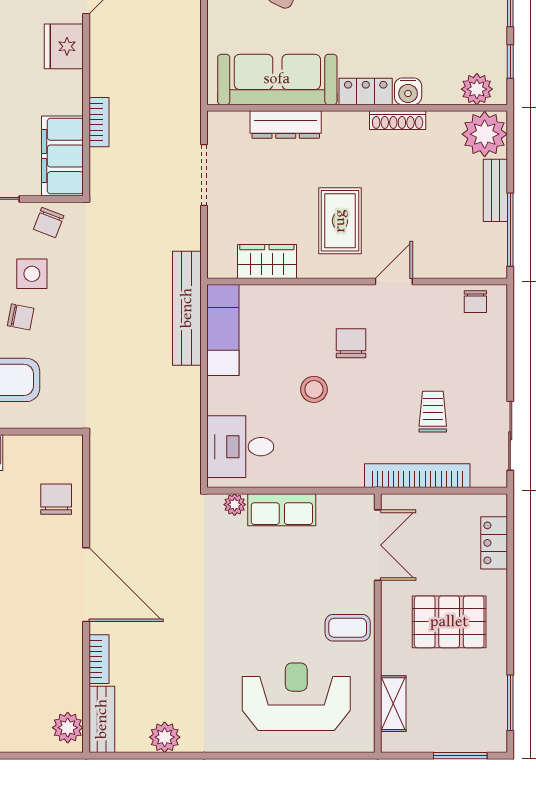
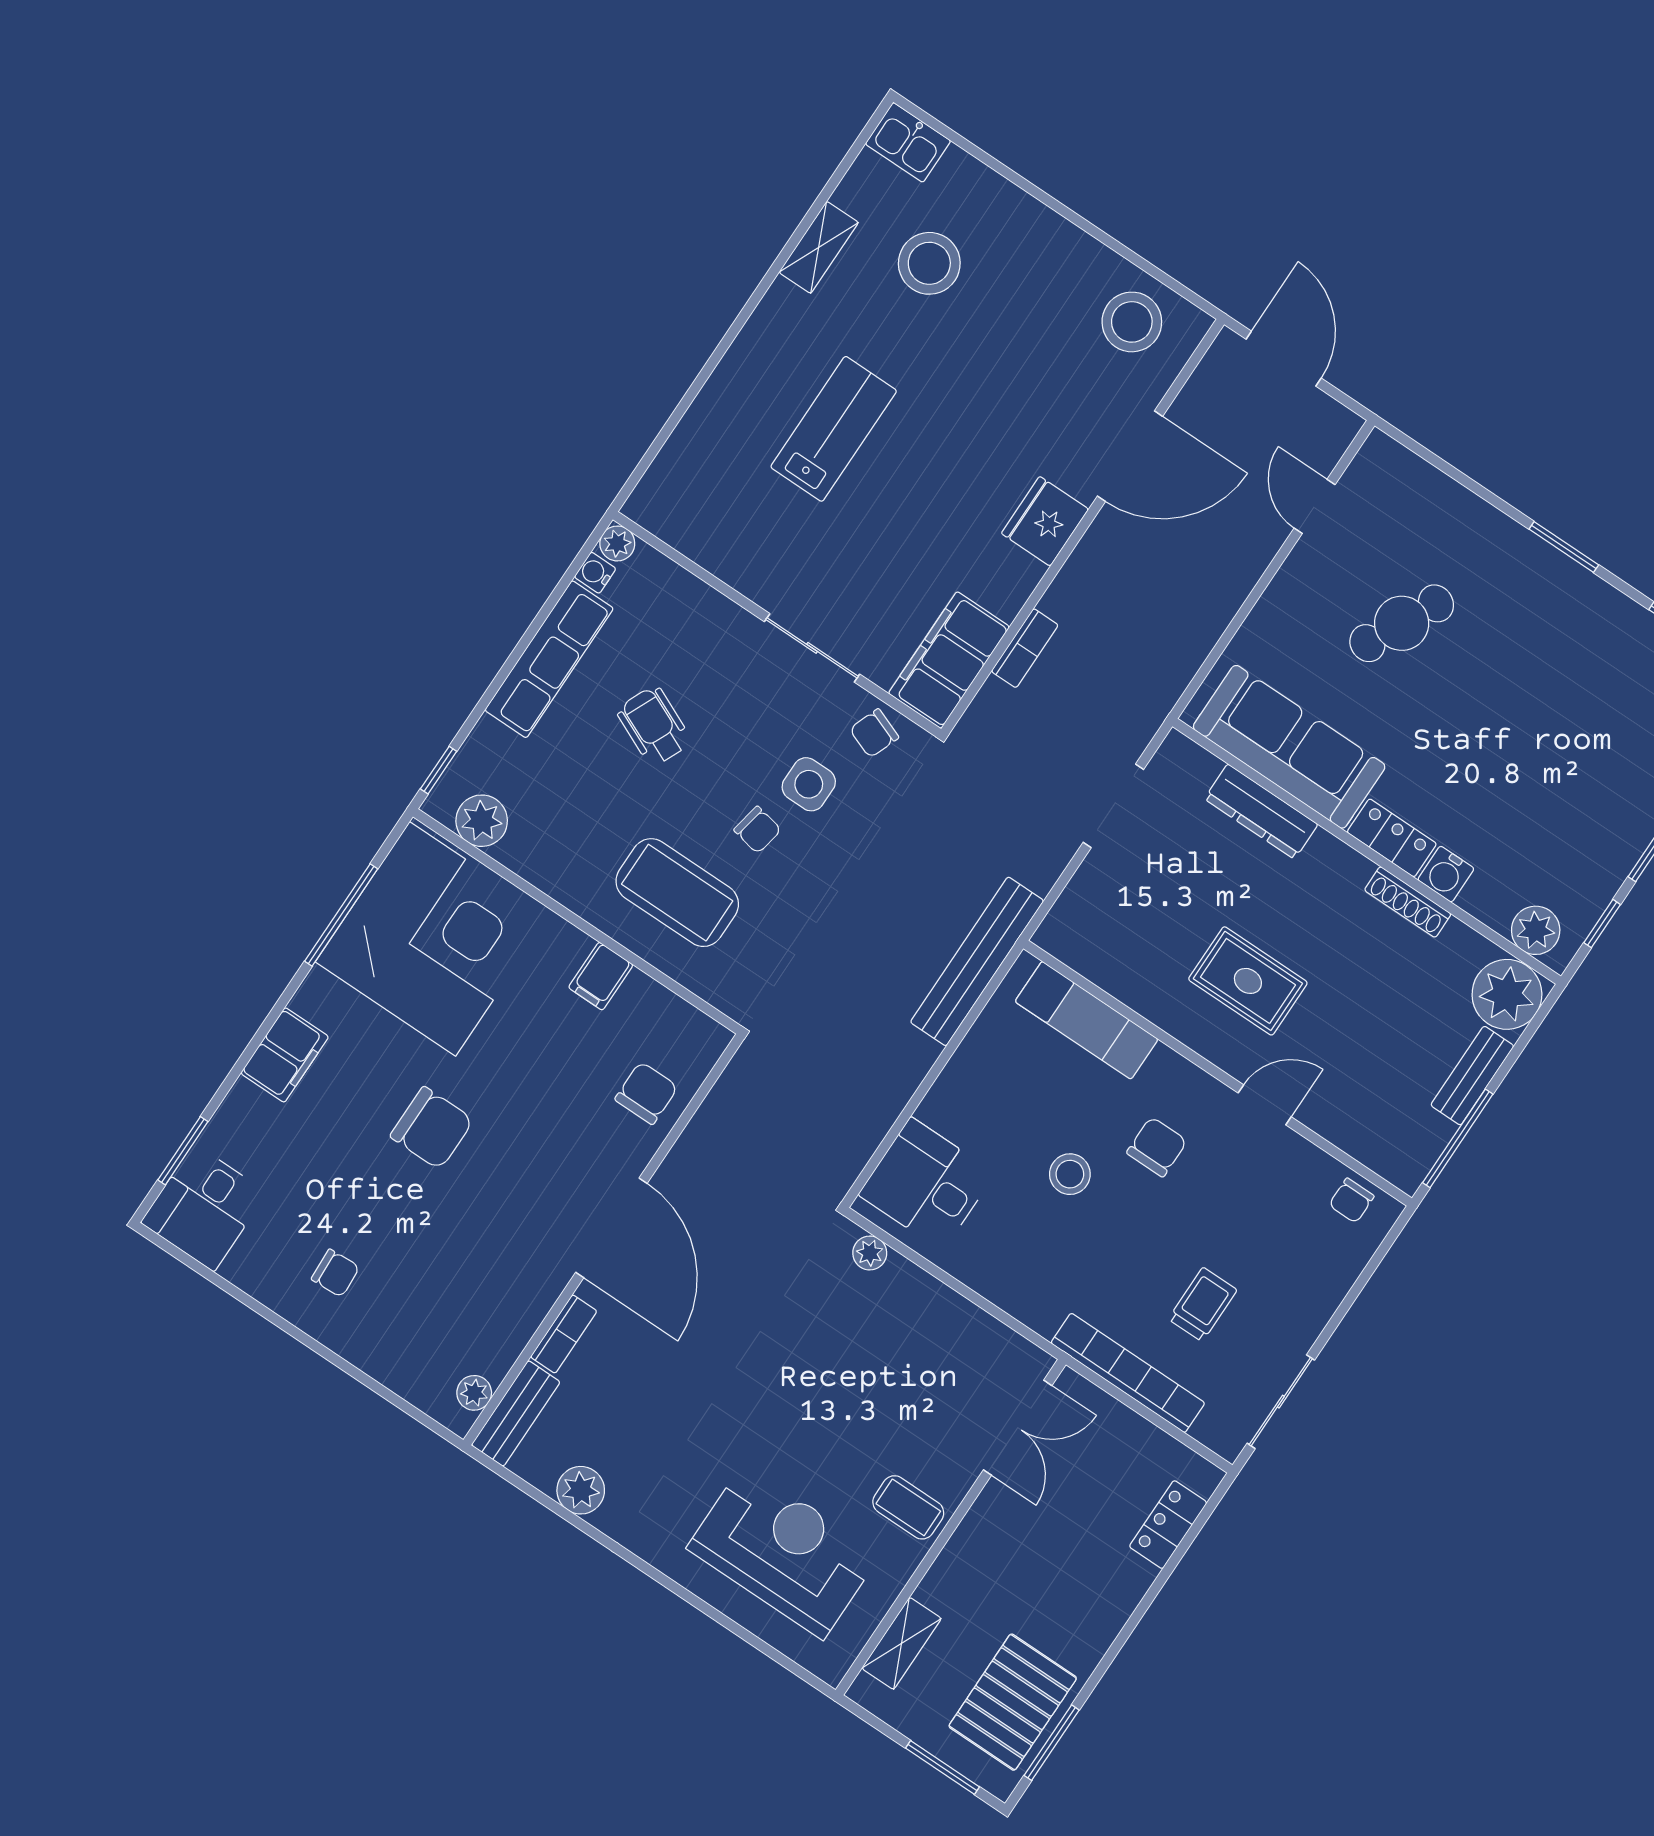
rug: (340, 221) -> (1248, 981), turned 90
wardrobe: (267, 262) -> (1120, 970), removed
exam couch: (223, 330) -> (1087, 1020), moved, turned 90
row of seats: (282, 510) -> (926, 1300), removed
pallet: (449, 622) -> (1013, 1702), moved, turned 90
plant: (68, 728) -> (474, 1393), width x0.73, depth x0.73

